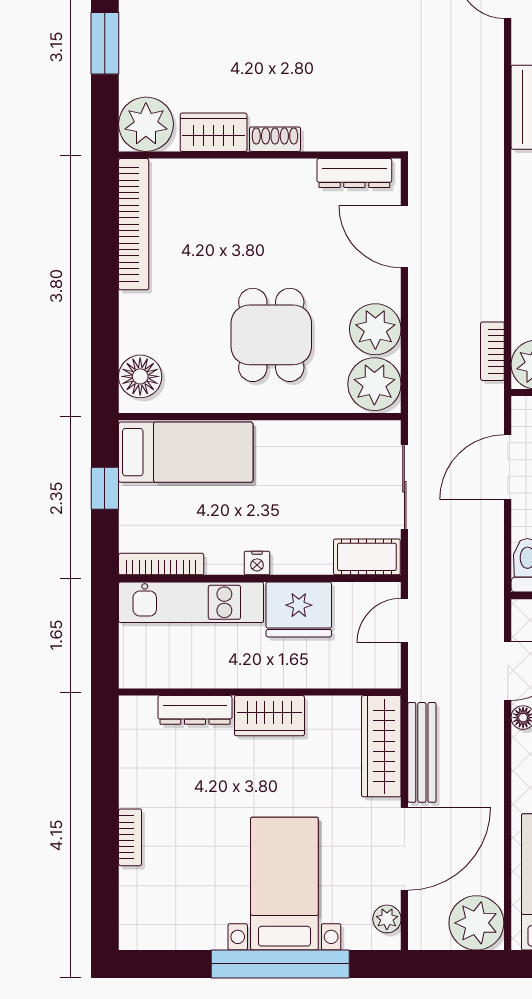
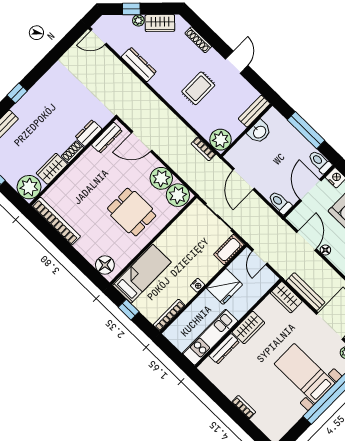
dresser: (332, 135) -> (89, 133), added
kitchen unit: (191, 602) -> (210, 337), moved, turned 180
wardrobe: (381, 746) -> (286, 297), width x0.67

